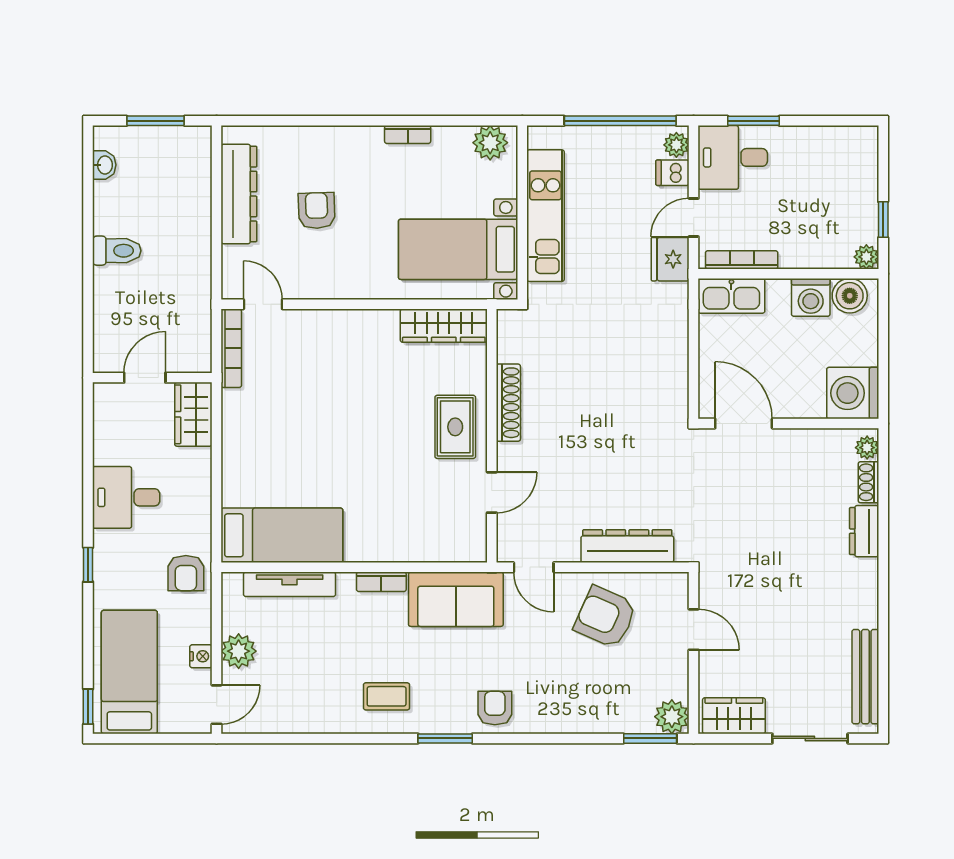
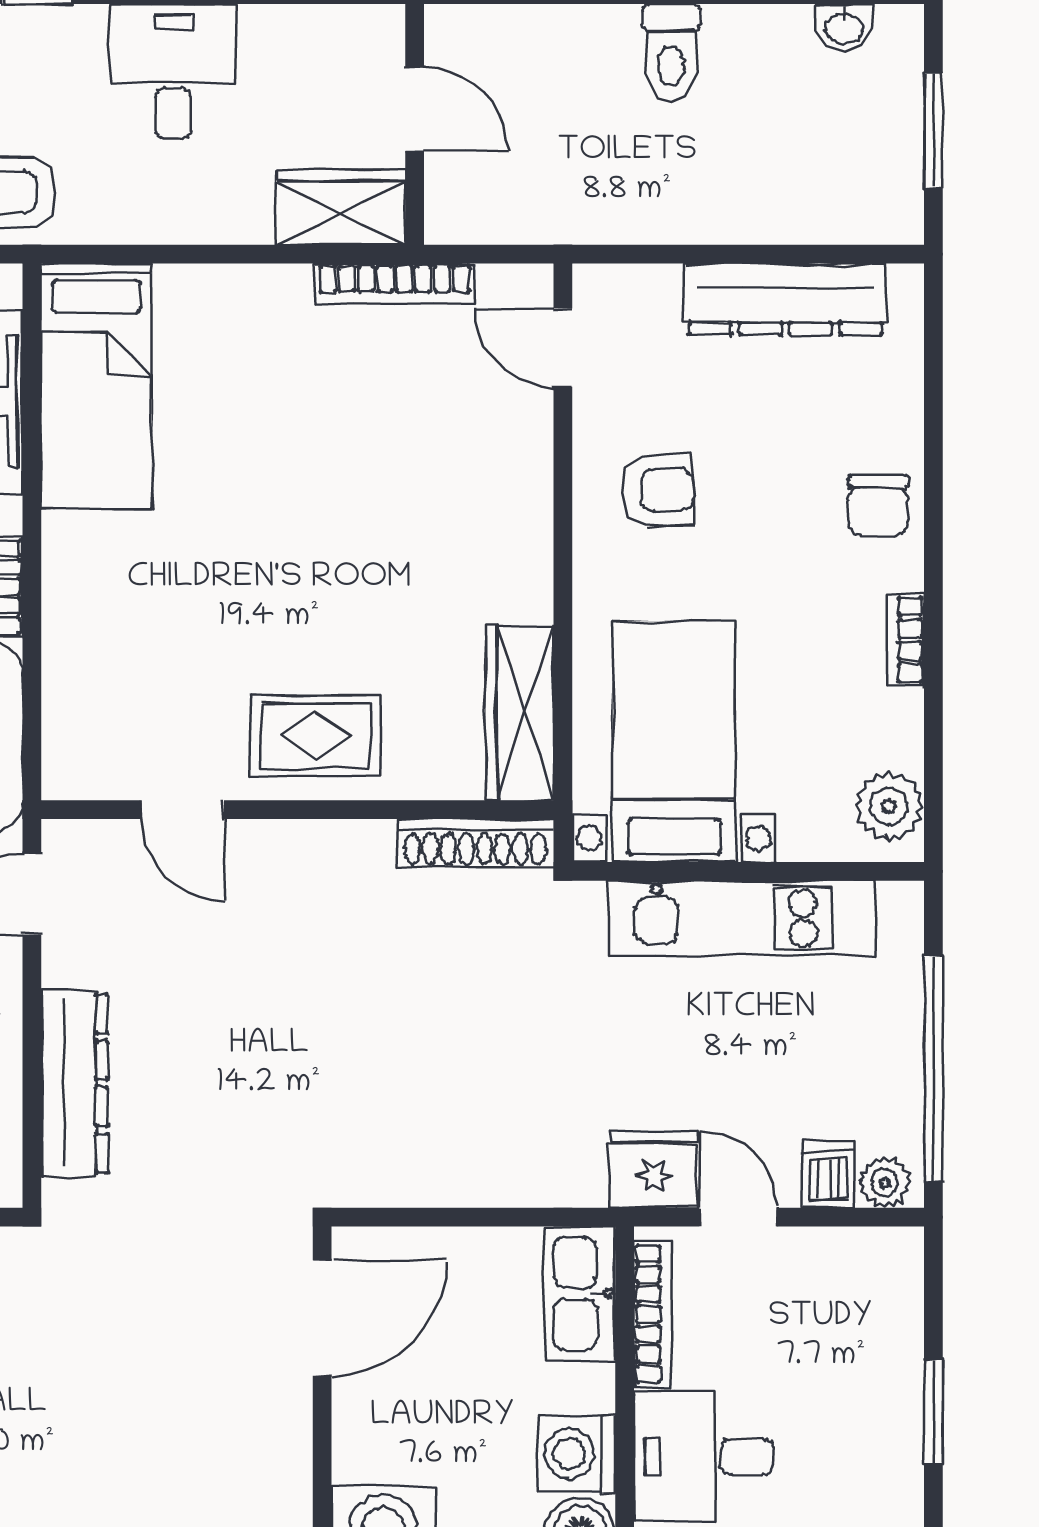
window: (753, 121) -> (933, 1412), moved
chair: (341, 148) -> (878, 506), added
desk: (733, 157) -> (704, 1457), moved, turned -90
armchair: (317, 210) -> (657, 490), moved
door: (263, 304) -> (563, 348), swing flipped
bookcase: (231, 348) -> (395, 284), moved
shoe rack: (508, 403) -> (475, 843), moved

